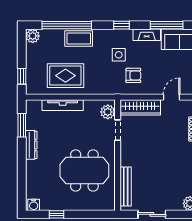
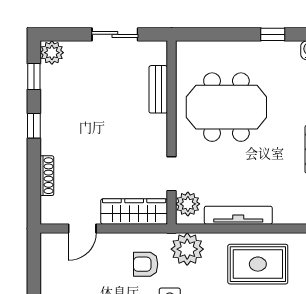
plant: (108, 85) -> (187, 249), added
tv unit: (63, 105) -> (238, 215), moved
bench: (126, 186) -> (158, 89), width x0.73

